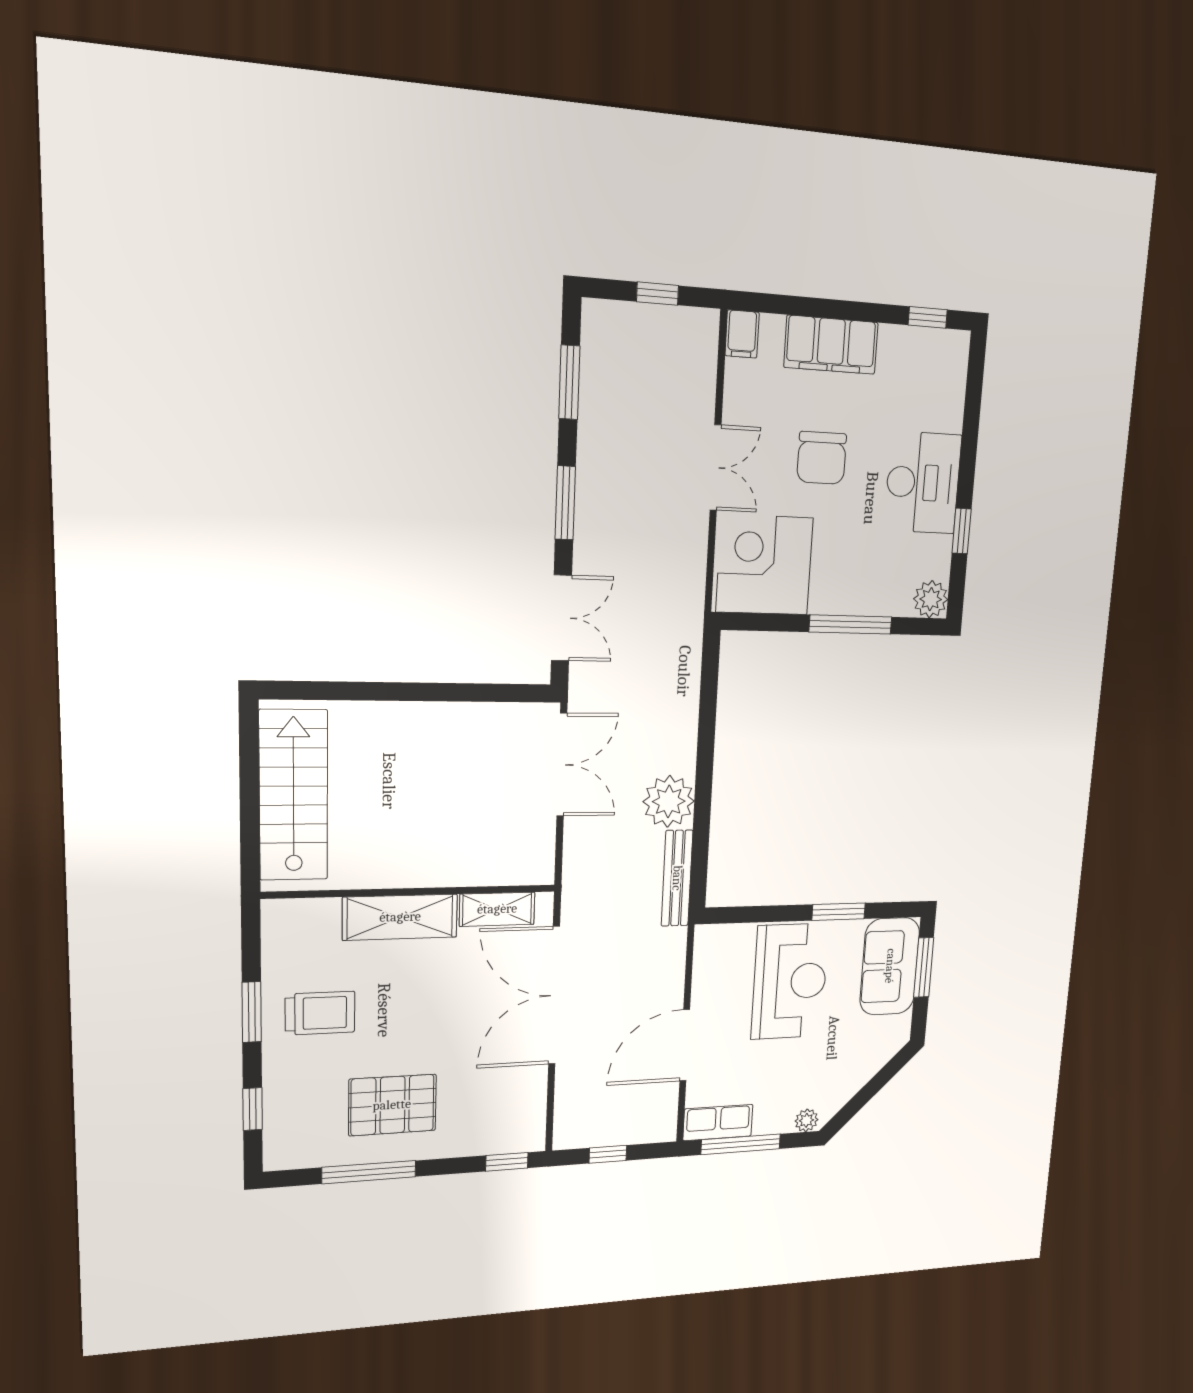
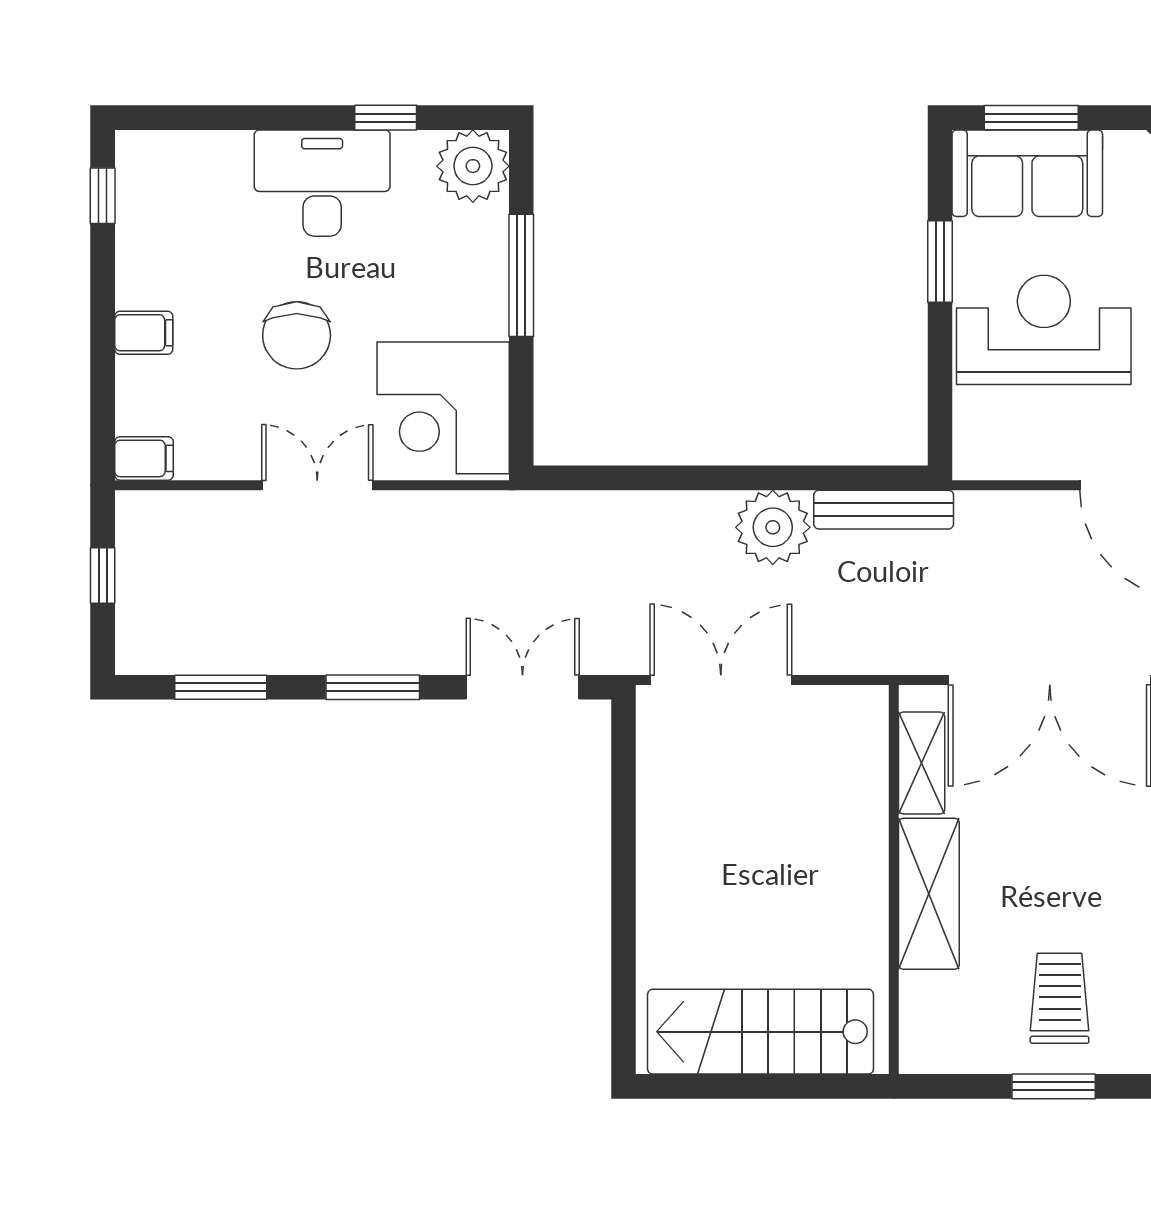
filing cabinet: (831, 345) -> (144, 333), width x0.33, depth x0.86
chair: (822, 458) -> (297, 335), turned 90
plant: (931, 599) -> (473, 166), width x1.36, depth x1.36

